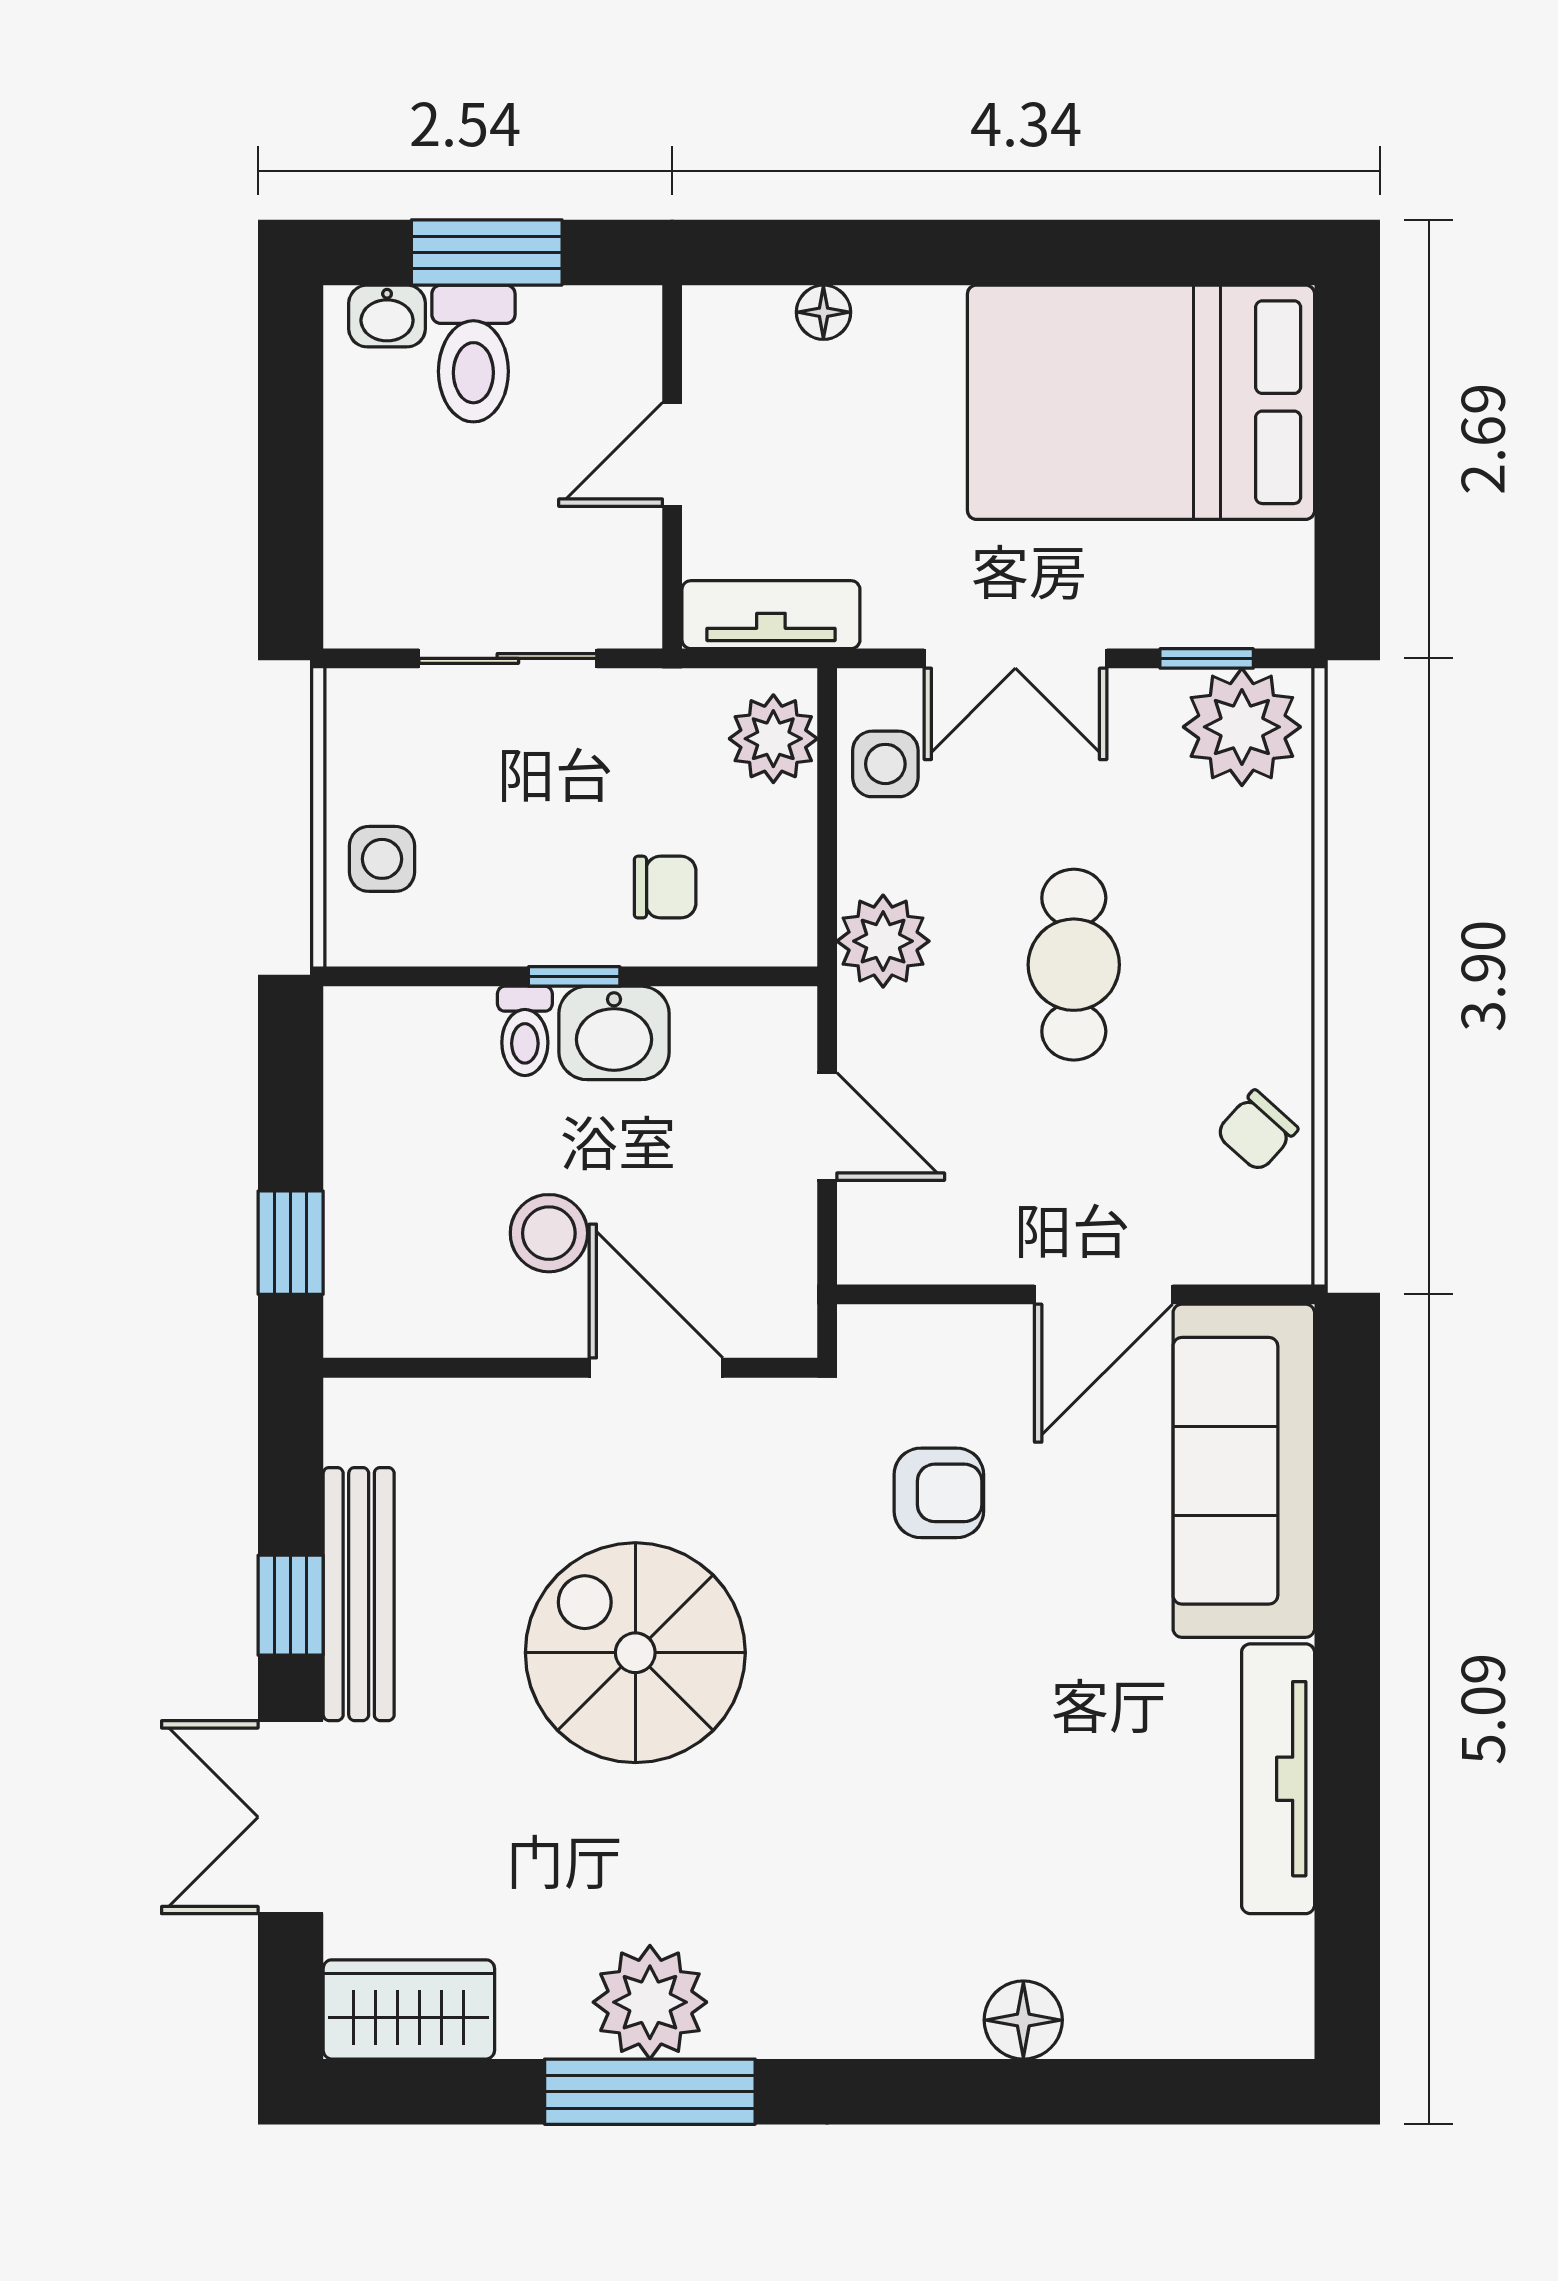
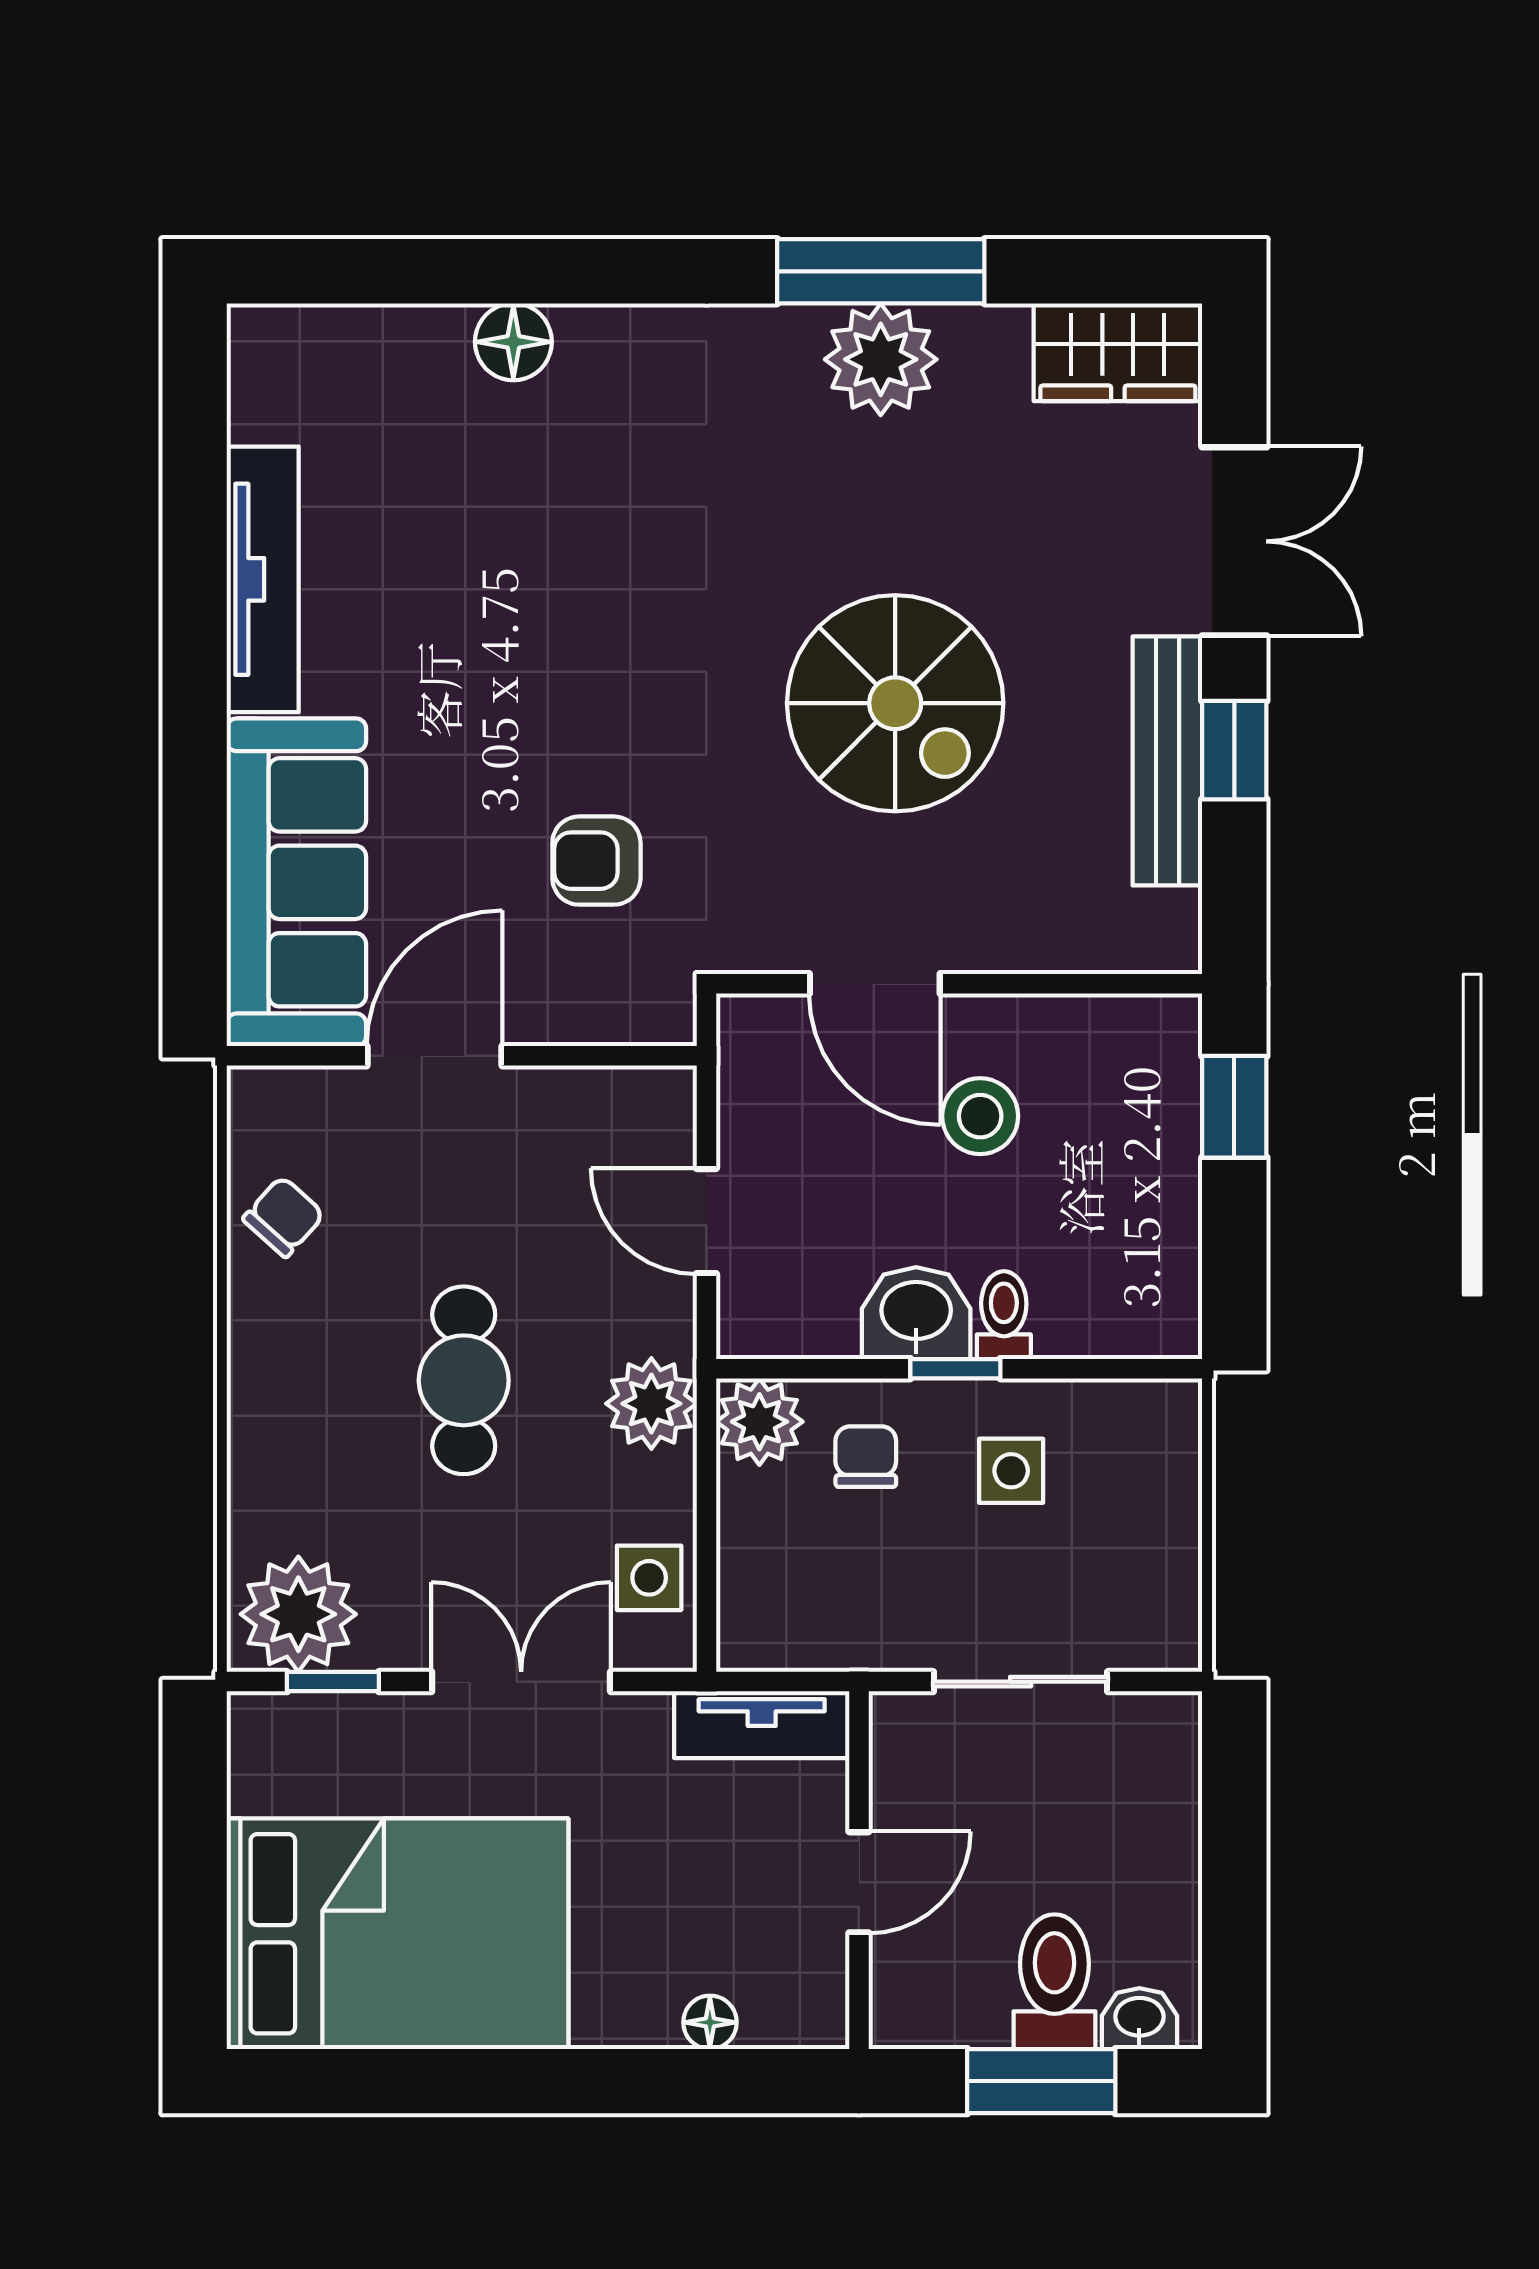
plant: (773, 739) -> (759, 1422), moved
side table: (382, 859) -> (1011, 1471), moved
chair: (665, 887) -> (866, 1457), turned 90

